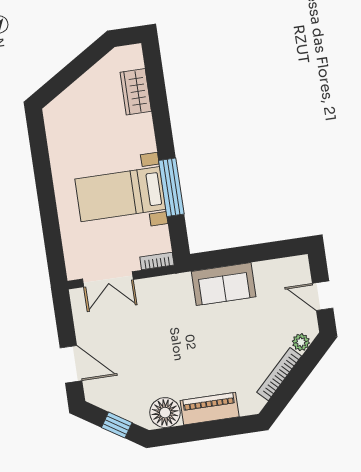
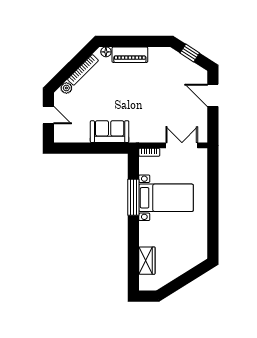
floor lamp: (165, 413) -> (106, 52), moved, width x0.53, depth x0.53

